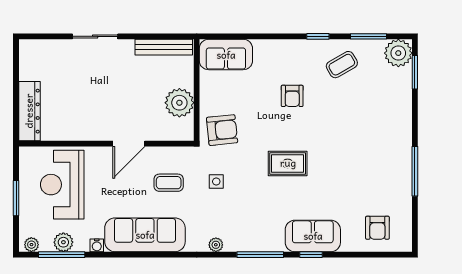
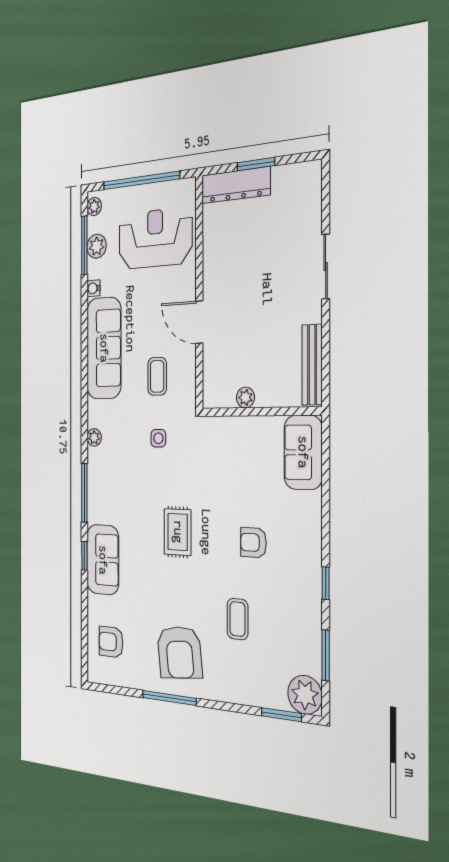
coffee table: (342, 65) -> (238, 619), moved, turned 30
window: (16, 94) -> (256, 164), added
plant: (179, 103) -> (245, 397), width x0.53, depth x0.53
armchair: (222, 130) -> (179, 652), moved, width x1.36, depth x1.36
window: (16, 198) -> (141, 180), width x2.11

